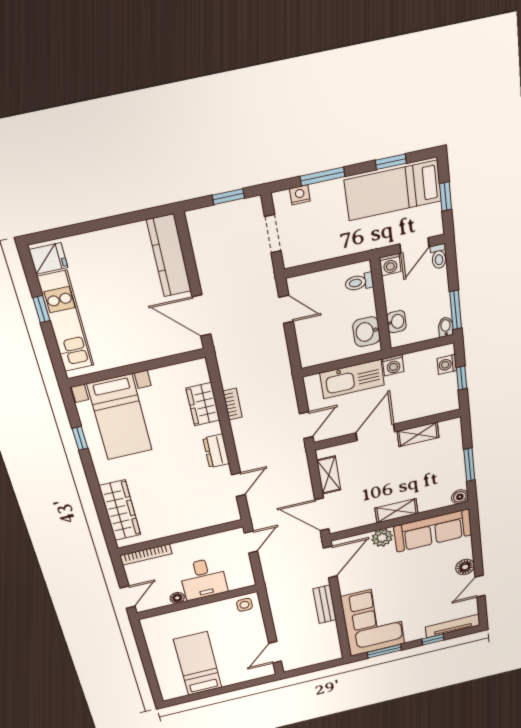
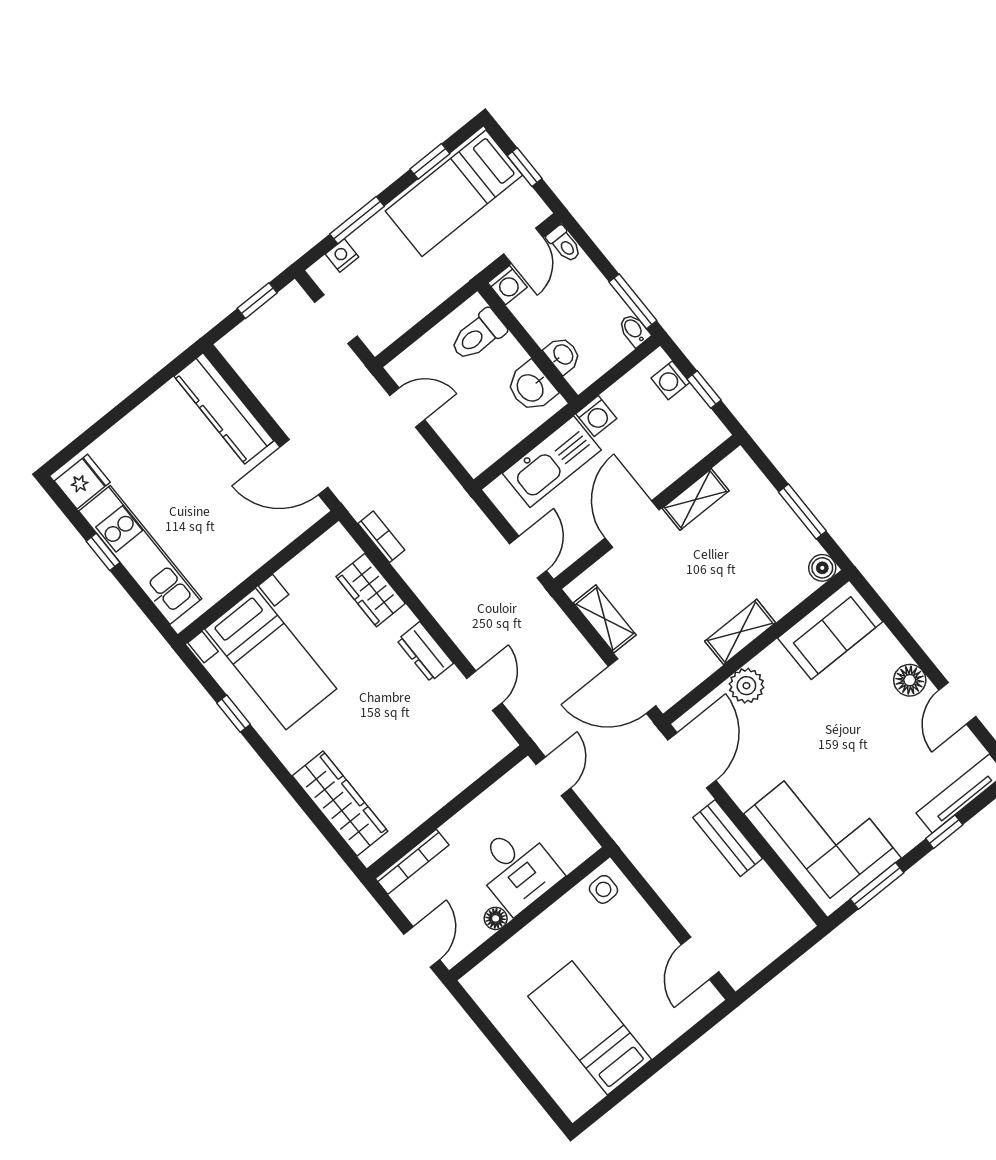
toilet: (359, 282) -> (478, 335), width x1.37, depth x1.39
bookcase: (232, 404) -> (381, 537), moved
sofa: (433, 531) -> (830, 630), width x0.73

